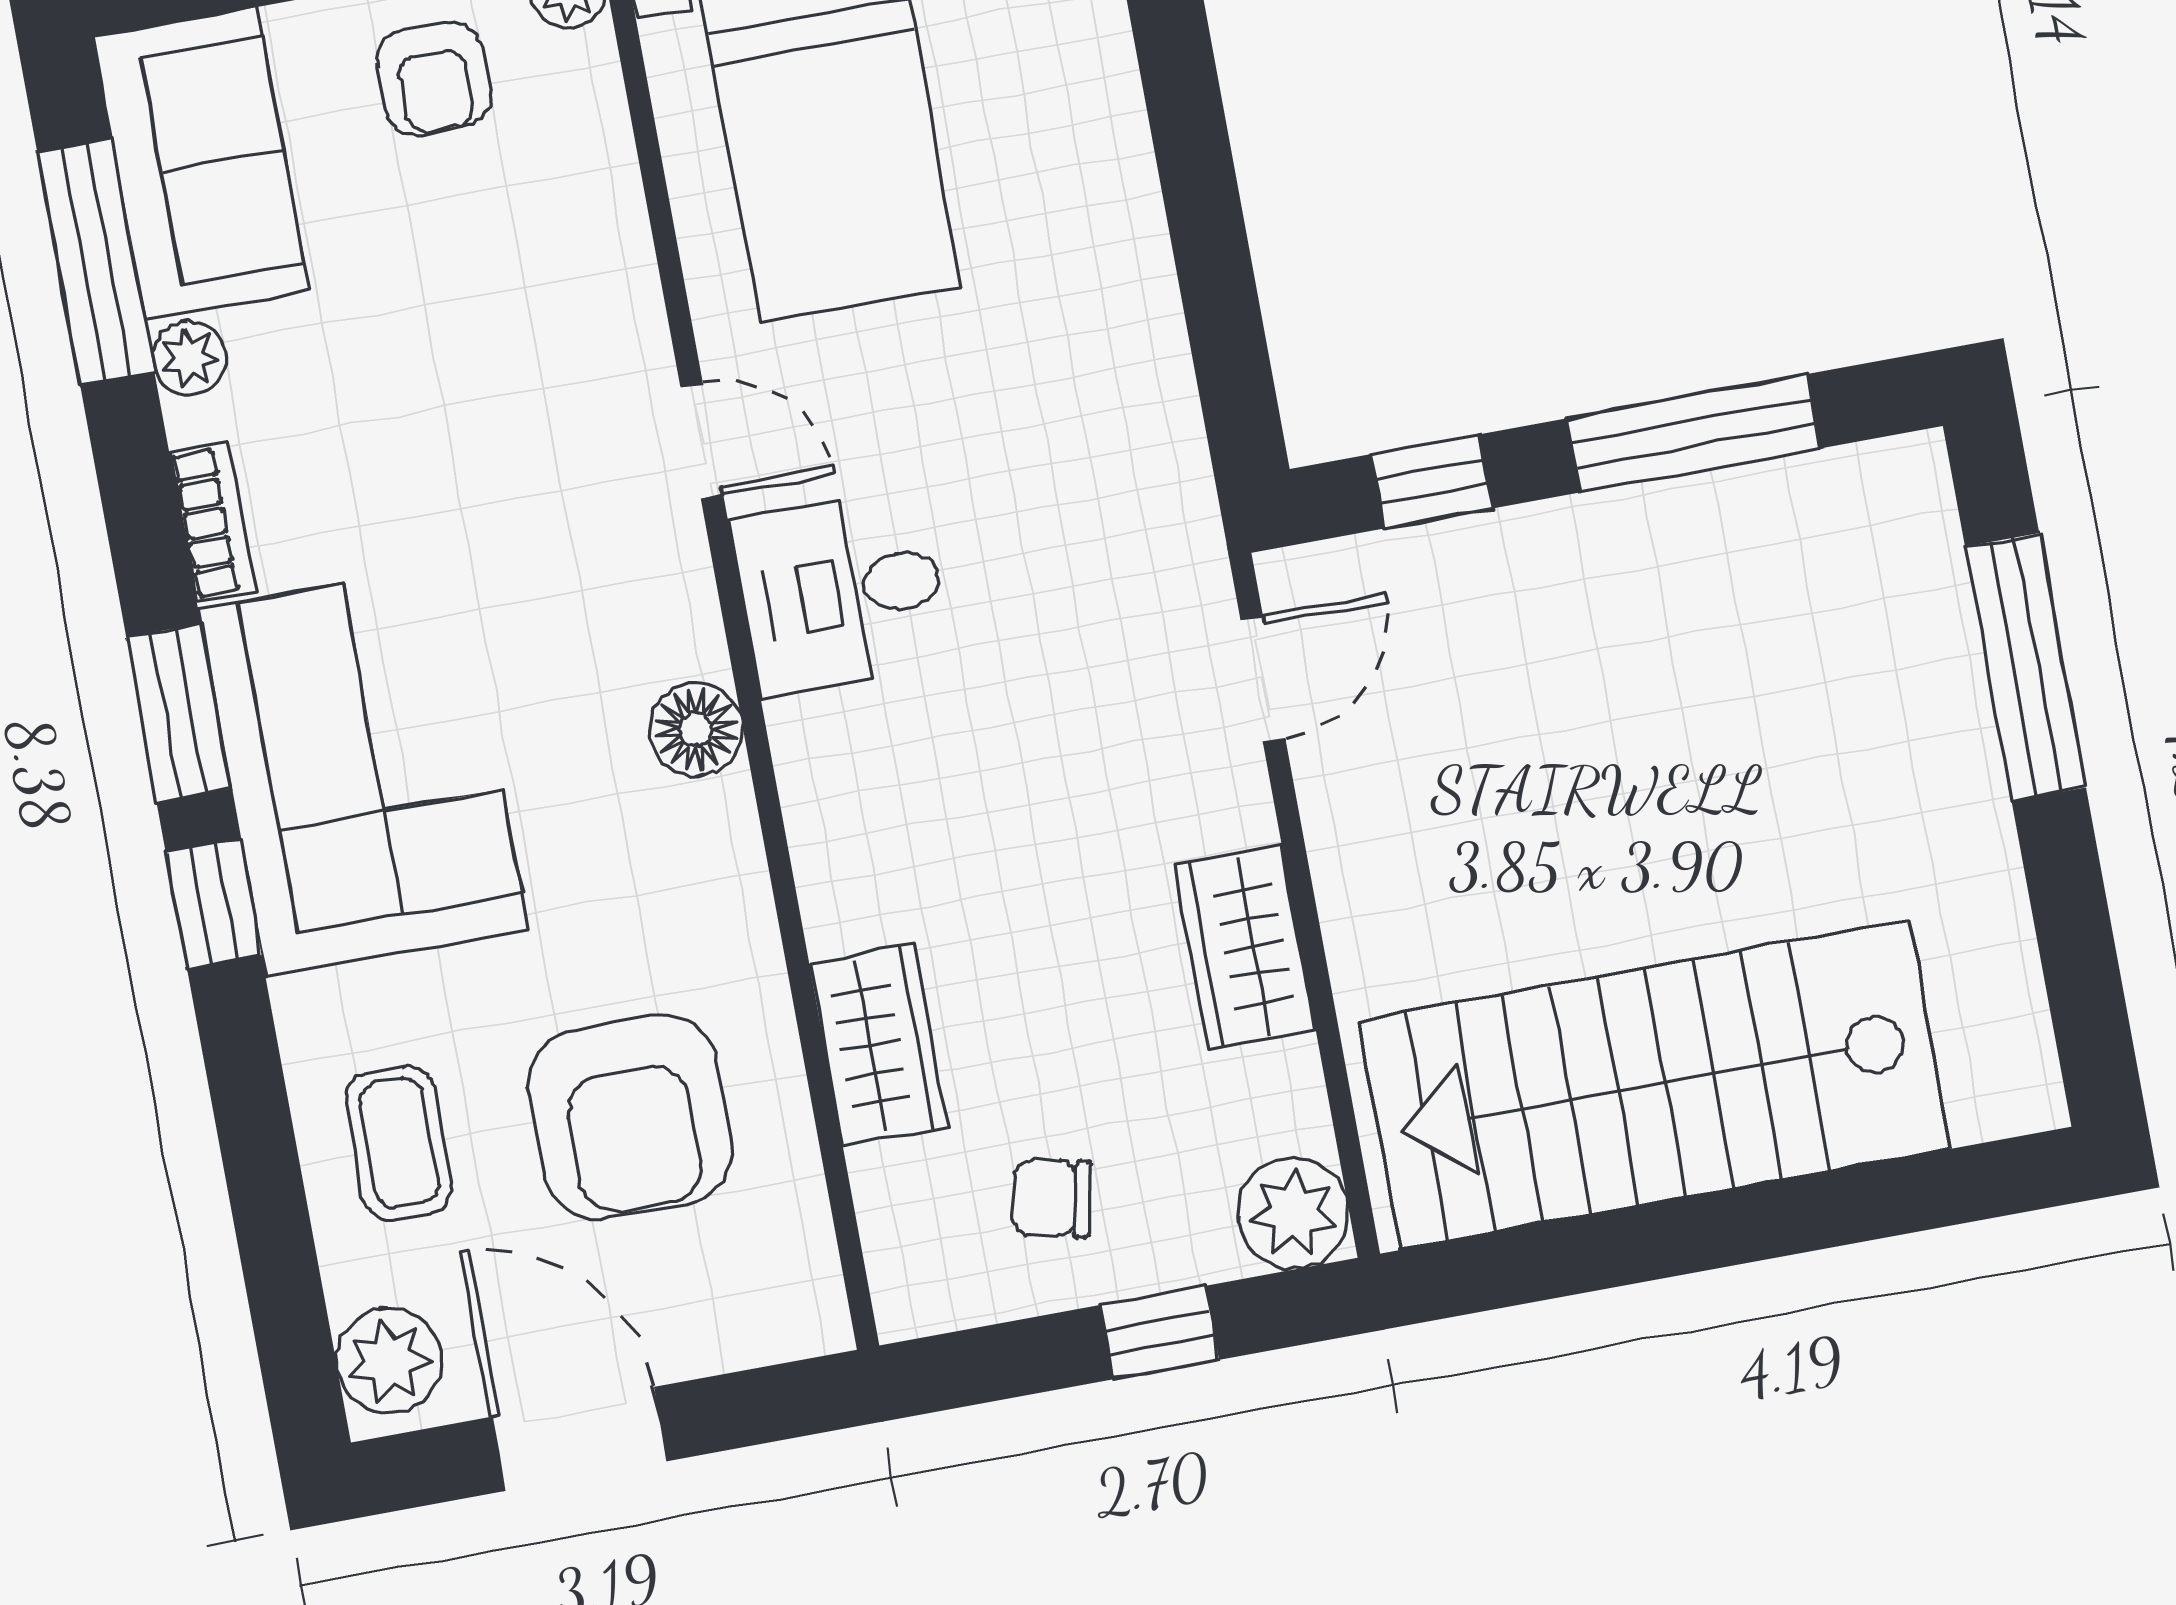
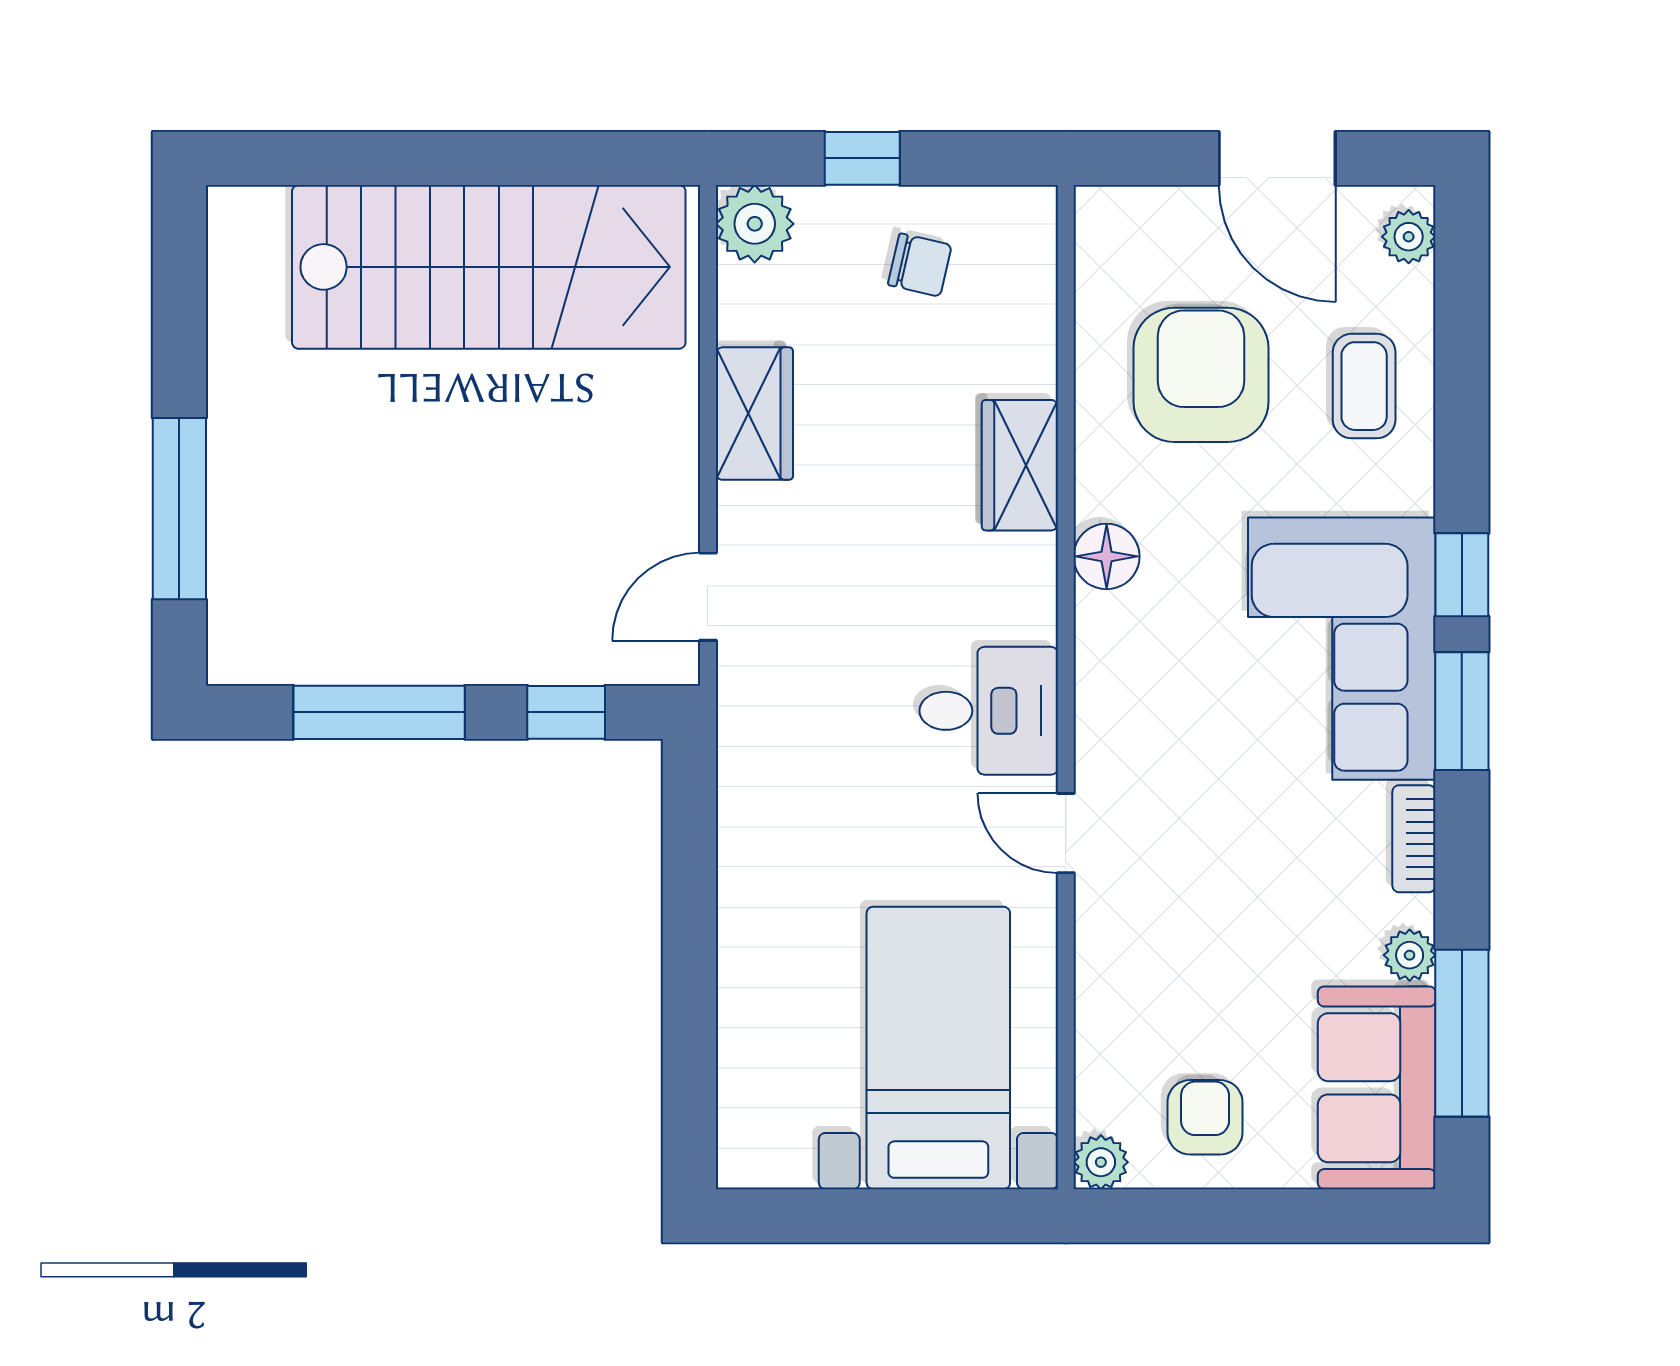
floor lamp: (696, 729) -> (1107, 556), moved
wardrobe: (879, 1044) -> (1020, 465), moved
plant: (389, 1361) -> (1409, 237), width x0.73, depth x0.73

